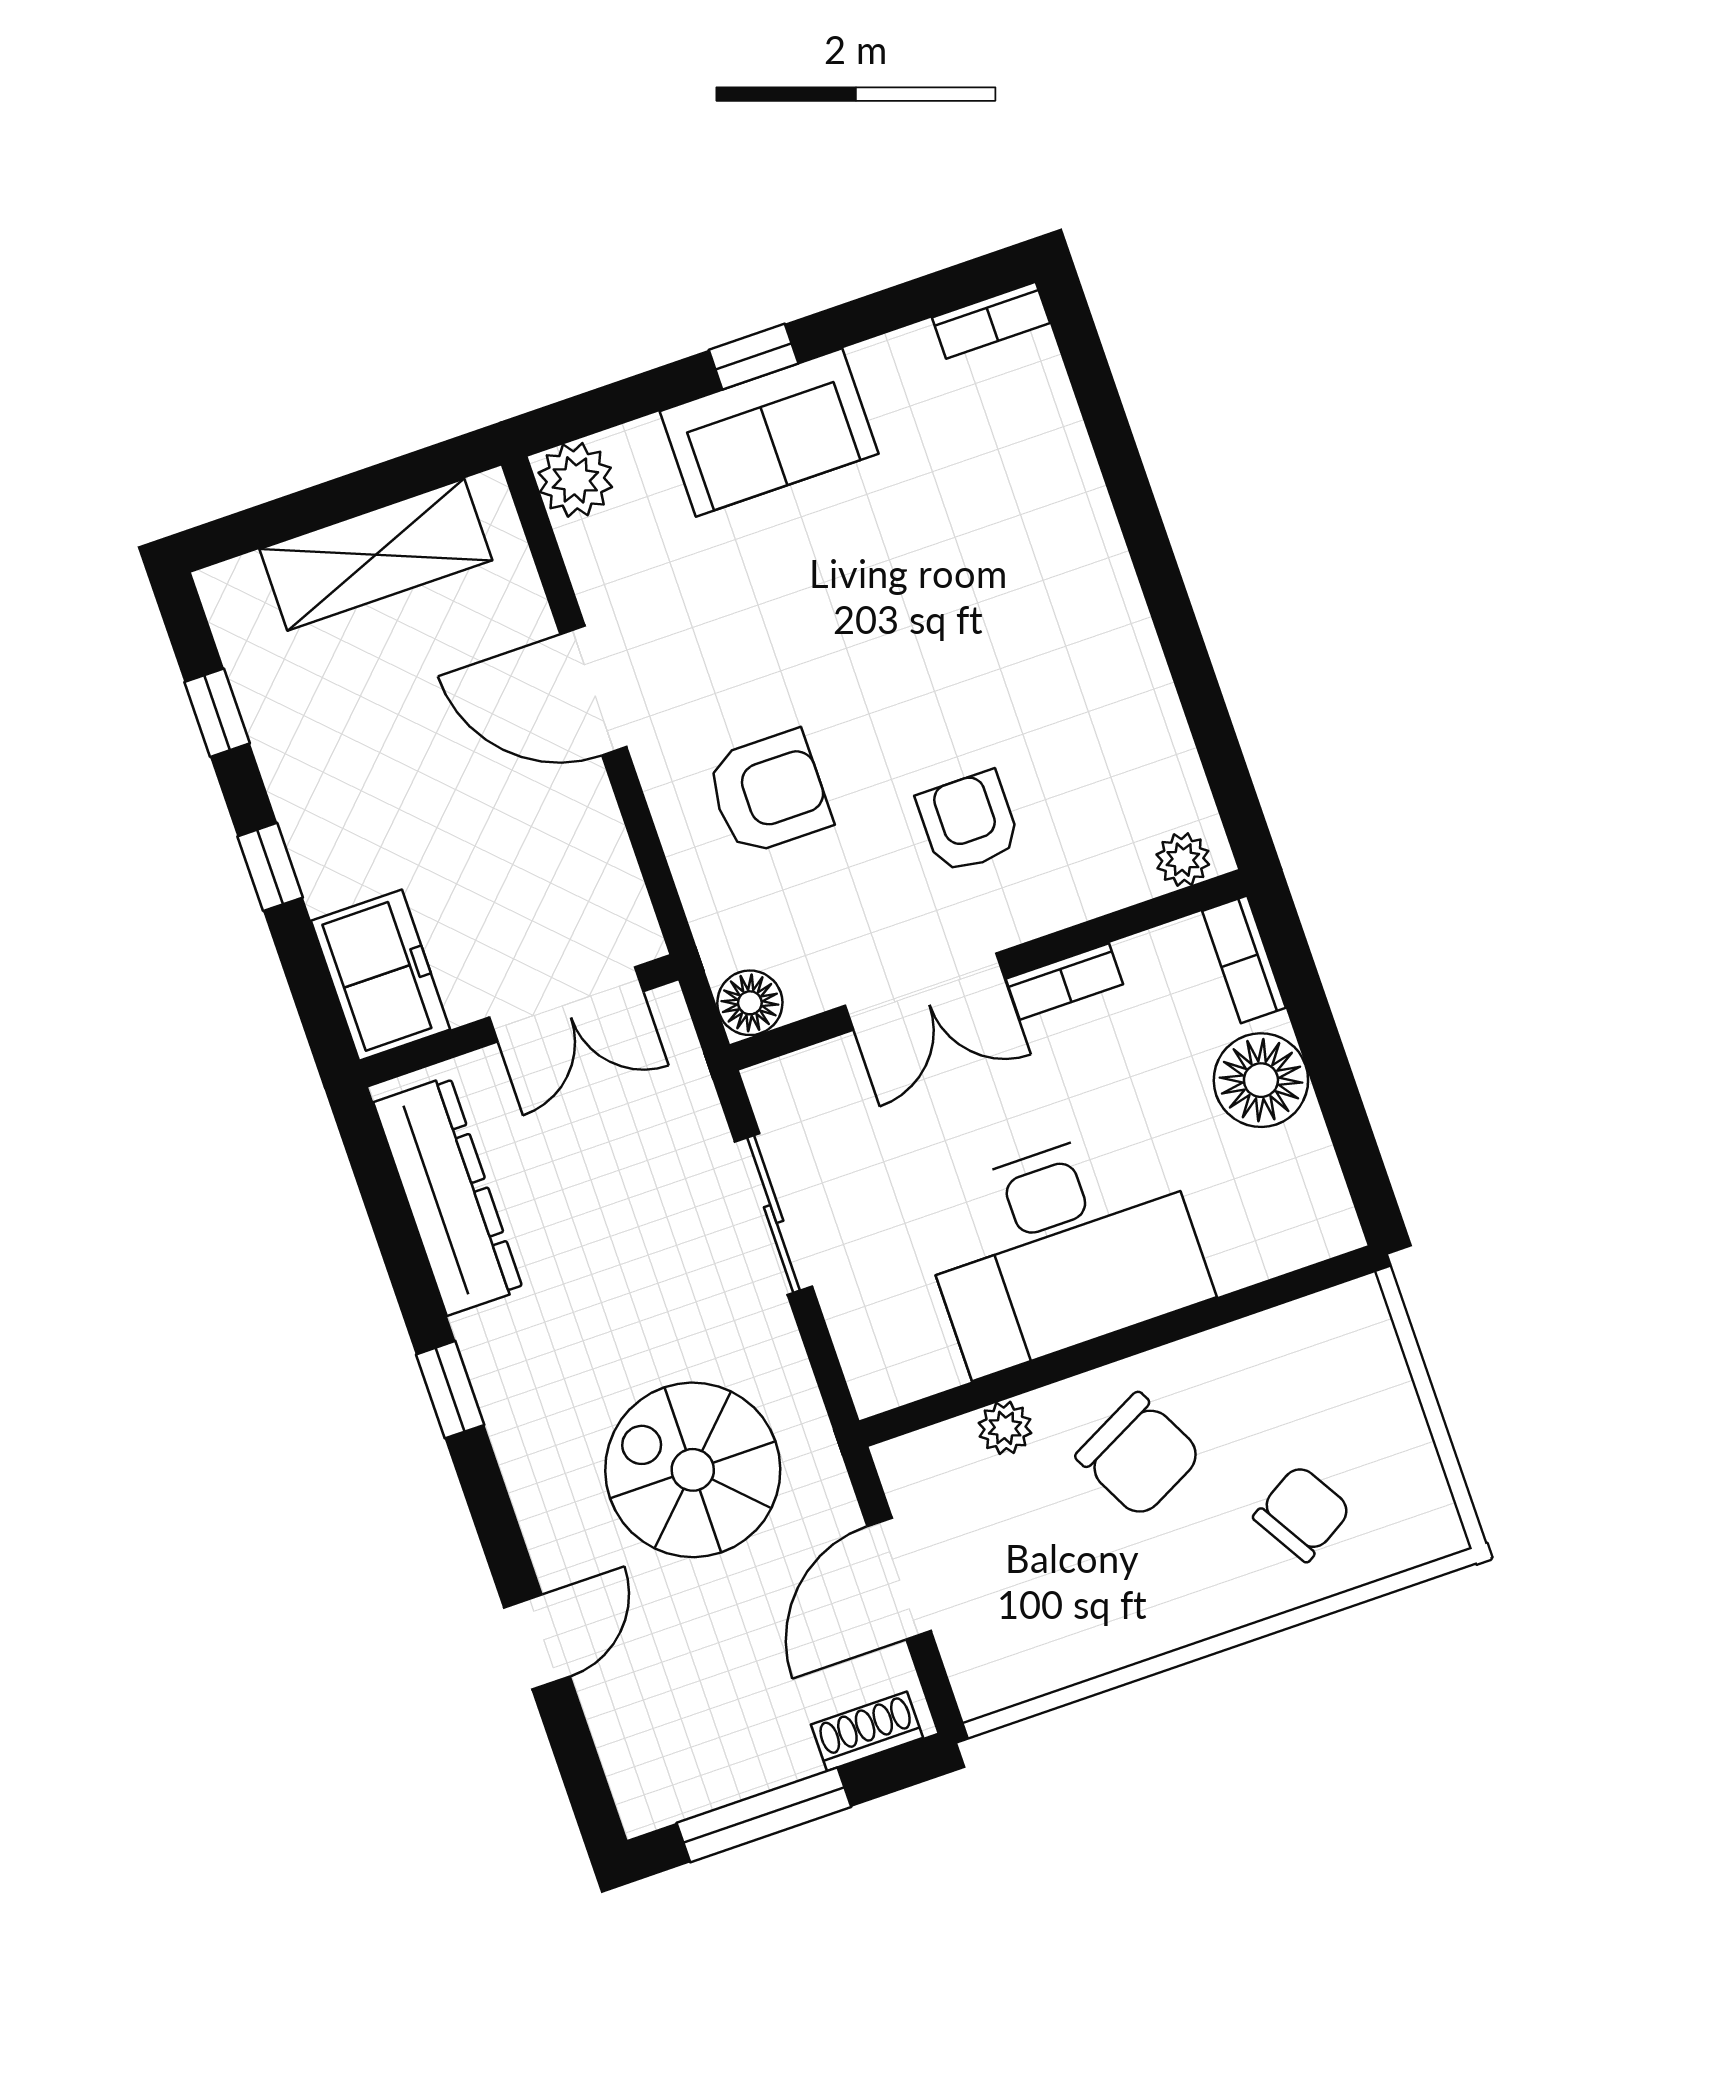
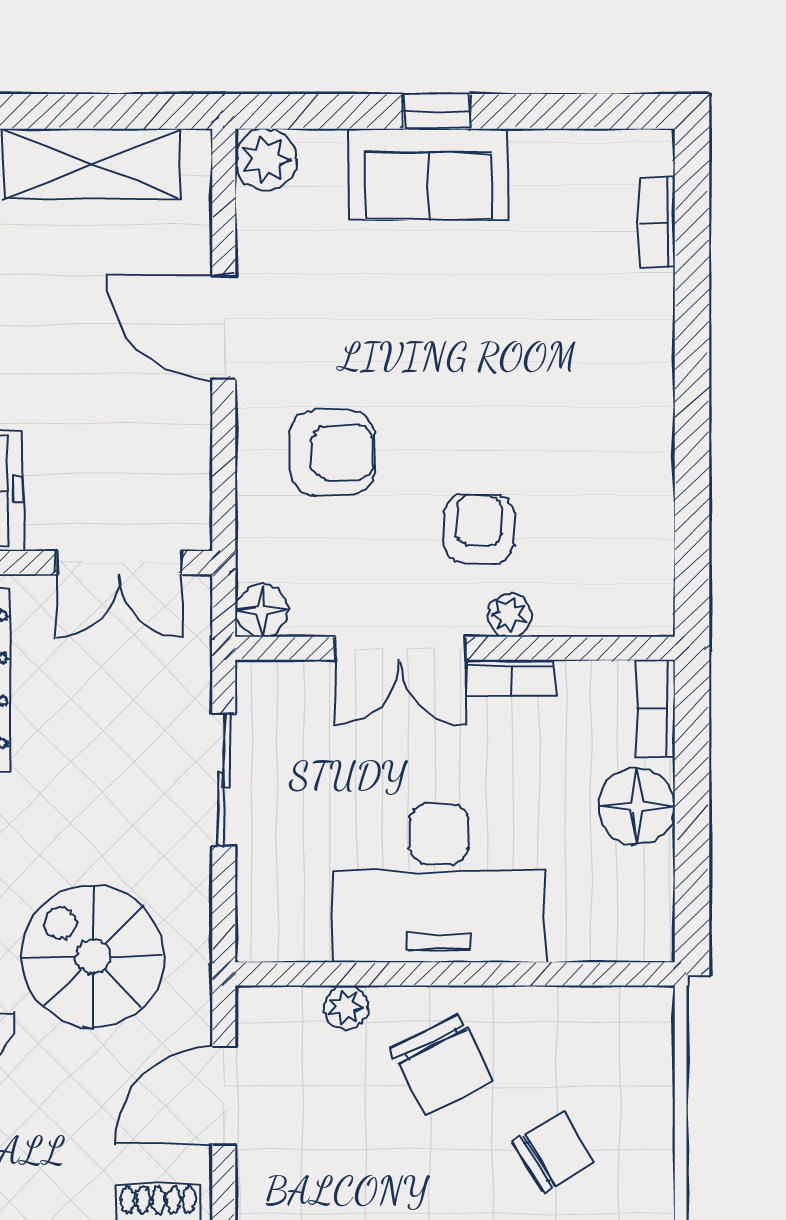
bookcase: (991, 320) -> (657, 222), moved, turned 90
plant: (1183, 860) -> (510, 615), moved

